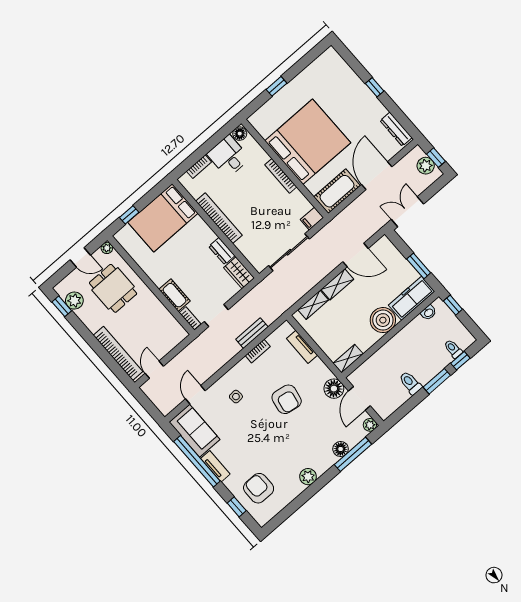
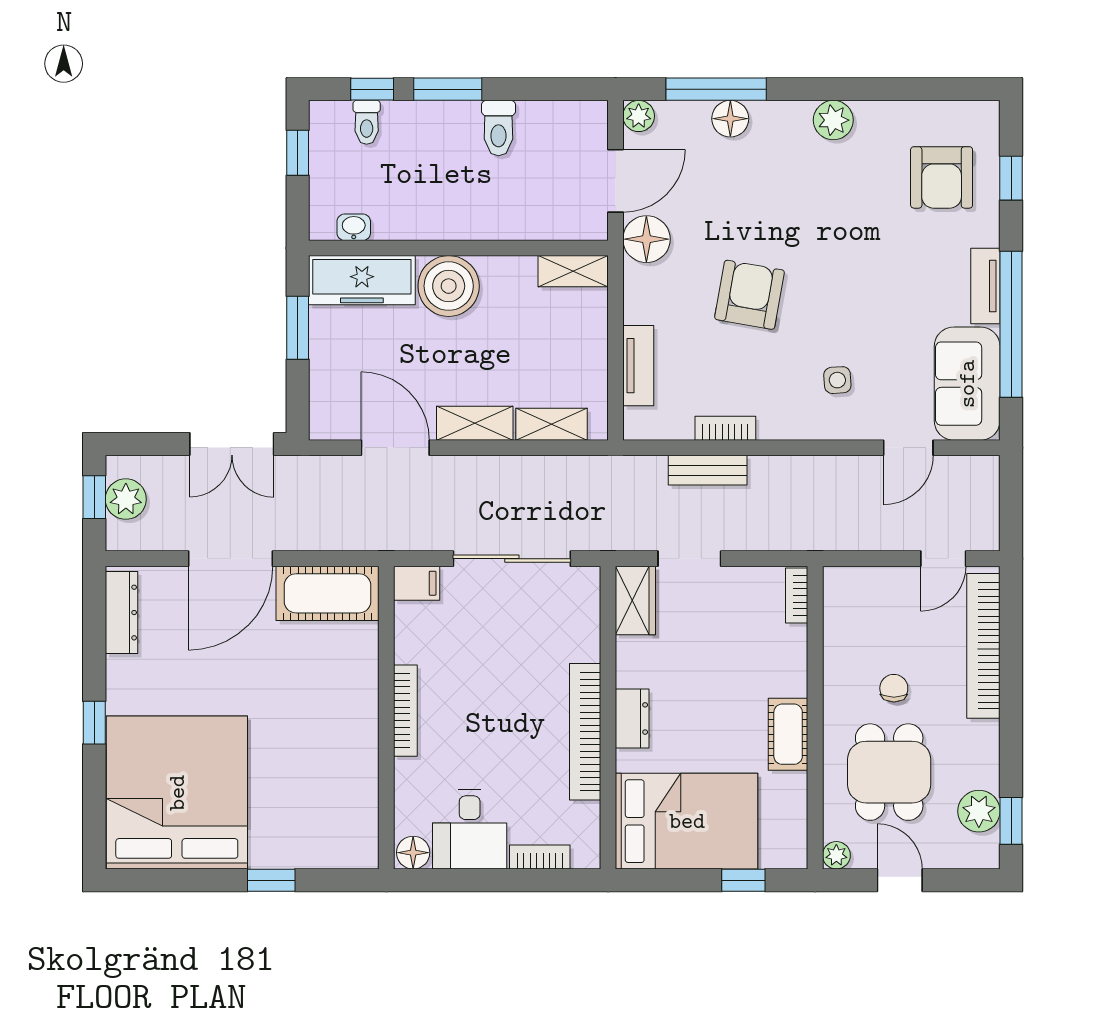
bed: (308, 142) -> (177, 793), moved, turned 90
dresser: (222, 251) -> (632, 718), moved
cot: (175, 295) -> (788, 734), moved
window: (453, 305) -> (298, 153), moved
chair: (134, 316) -> (894, 688), added
doorway: (216, 316) -> (689, 559), moved

